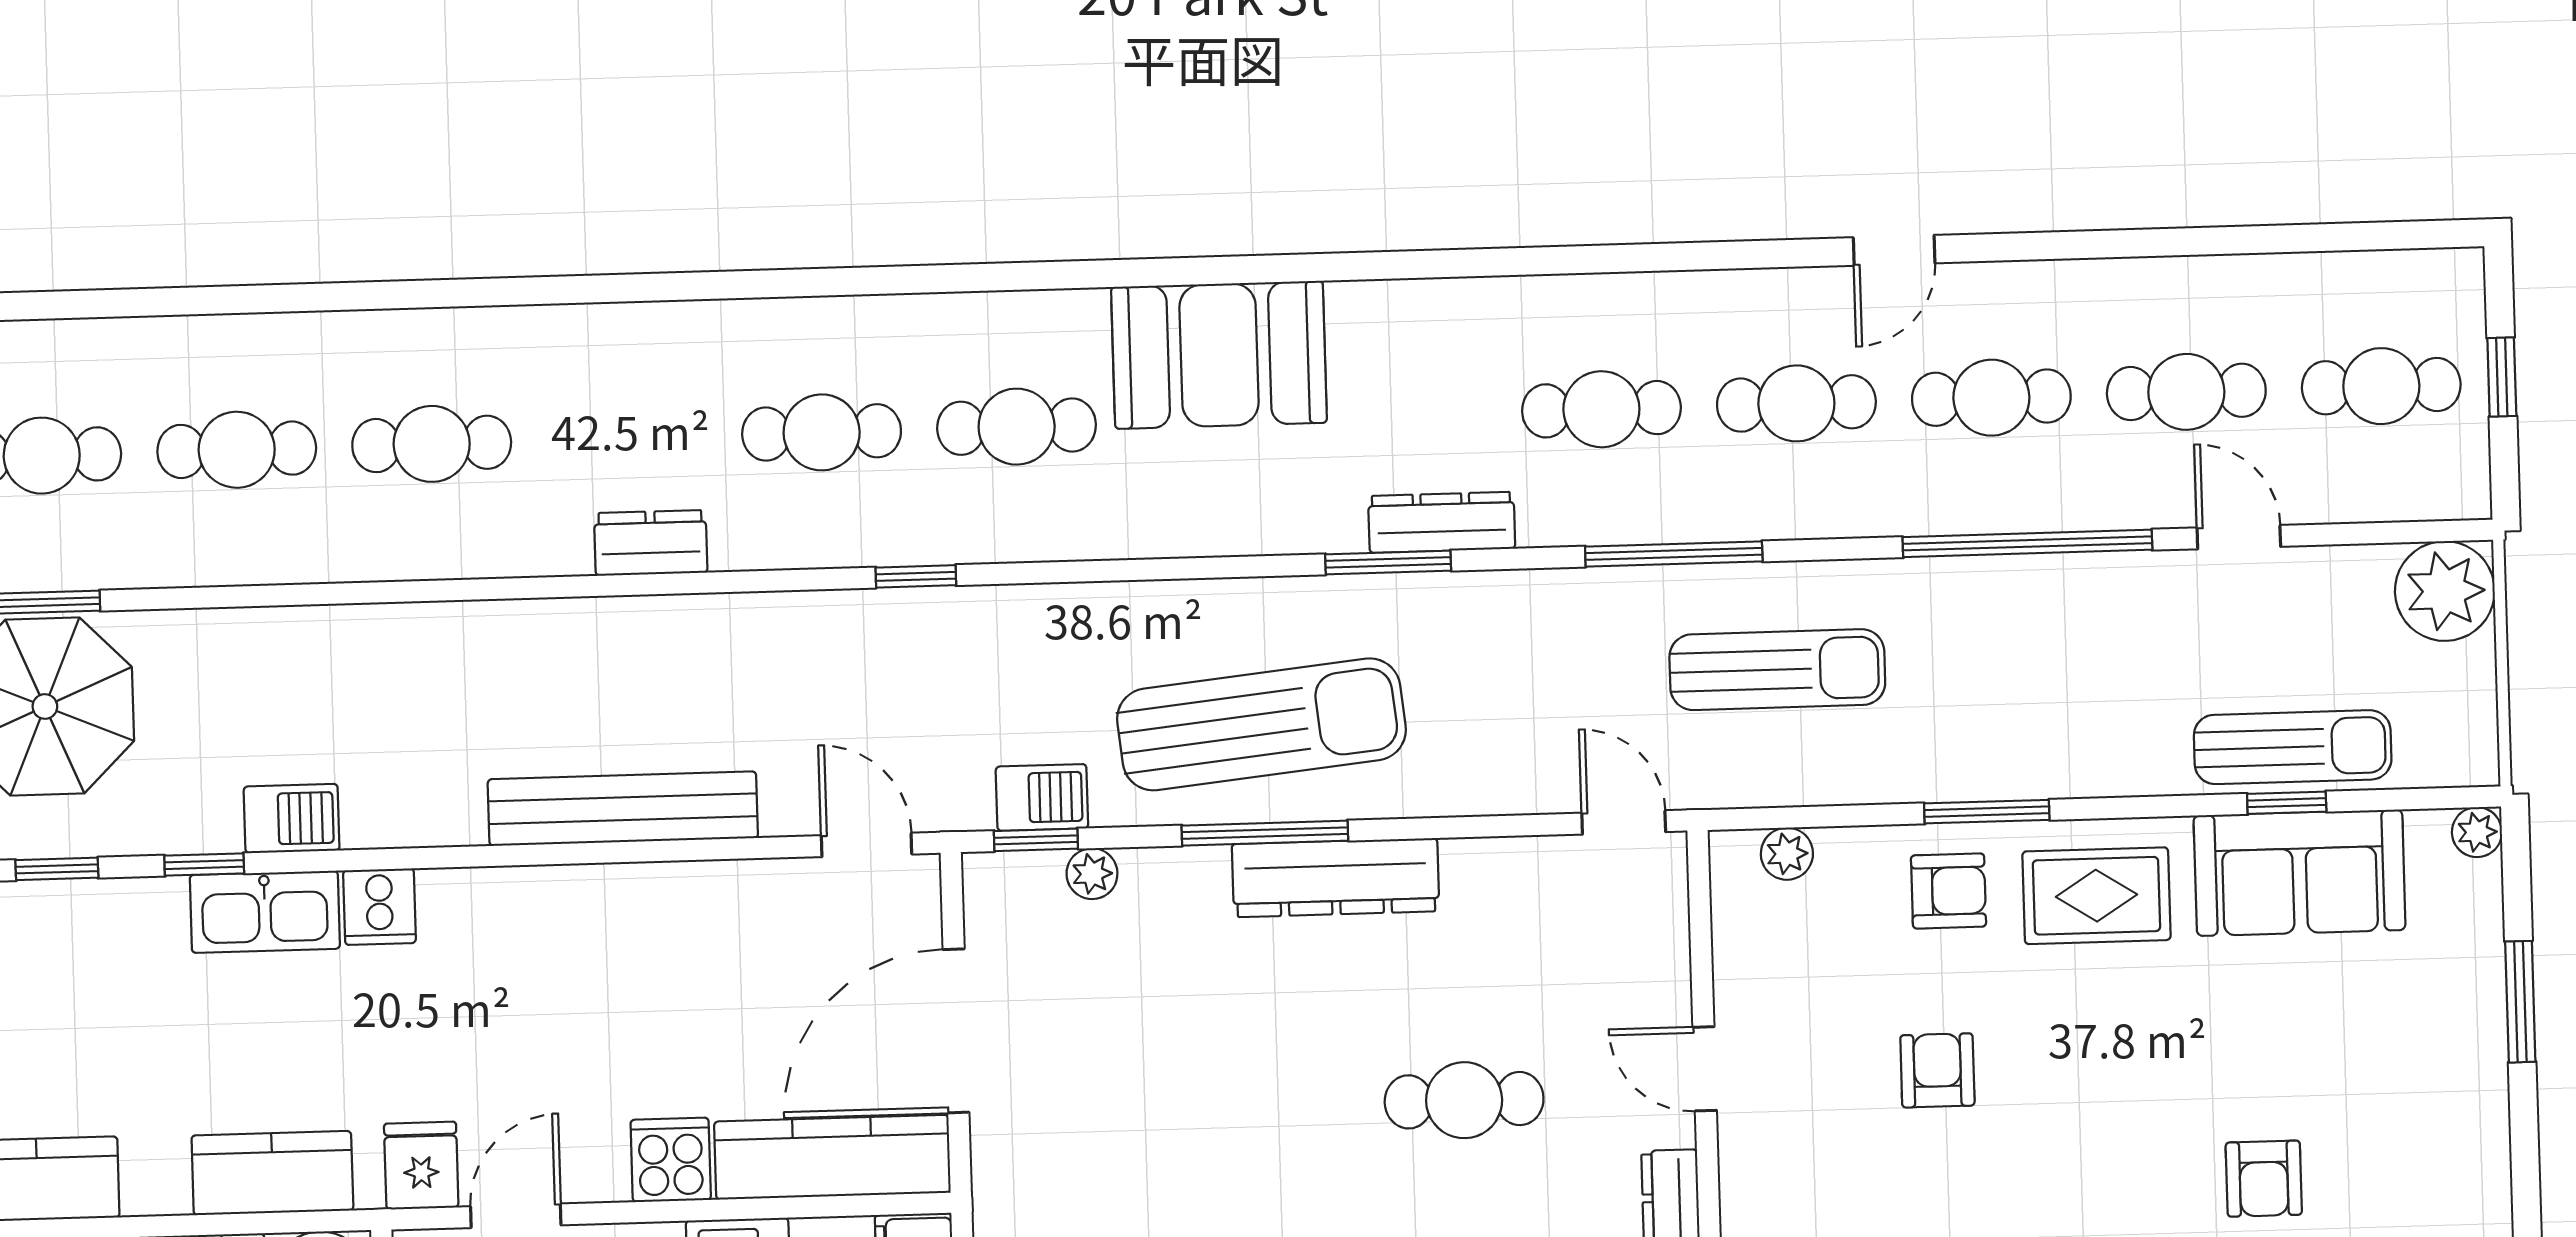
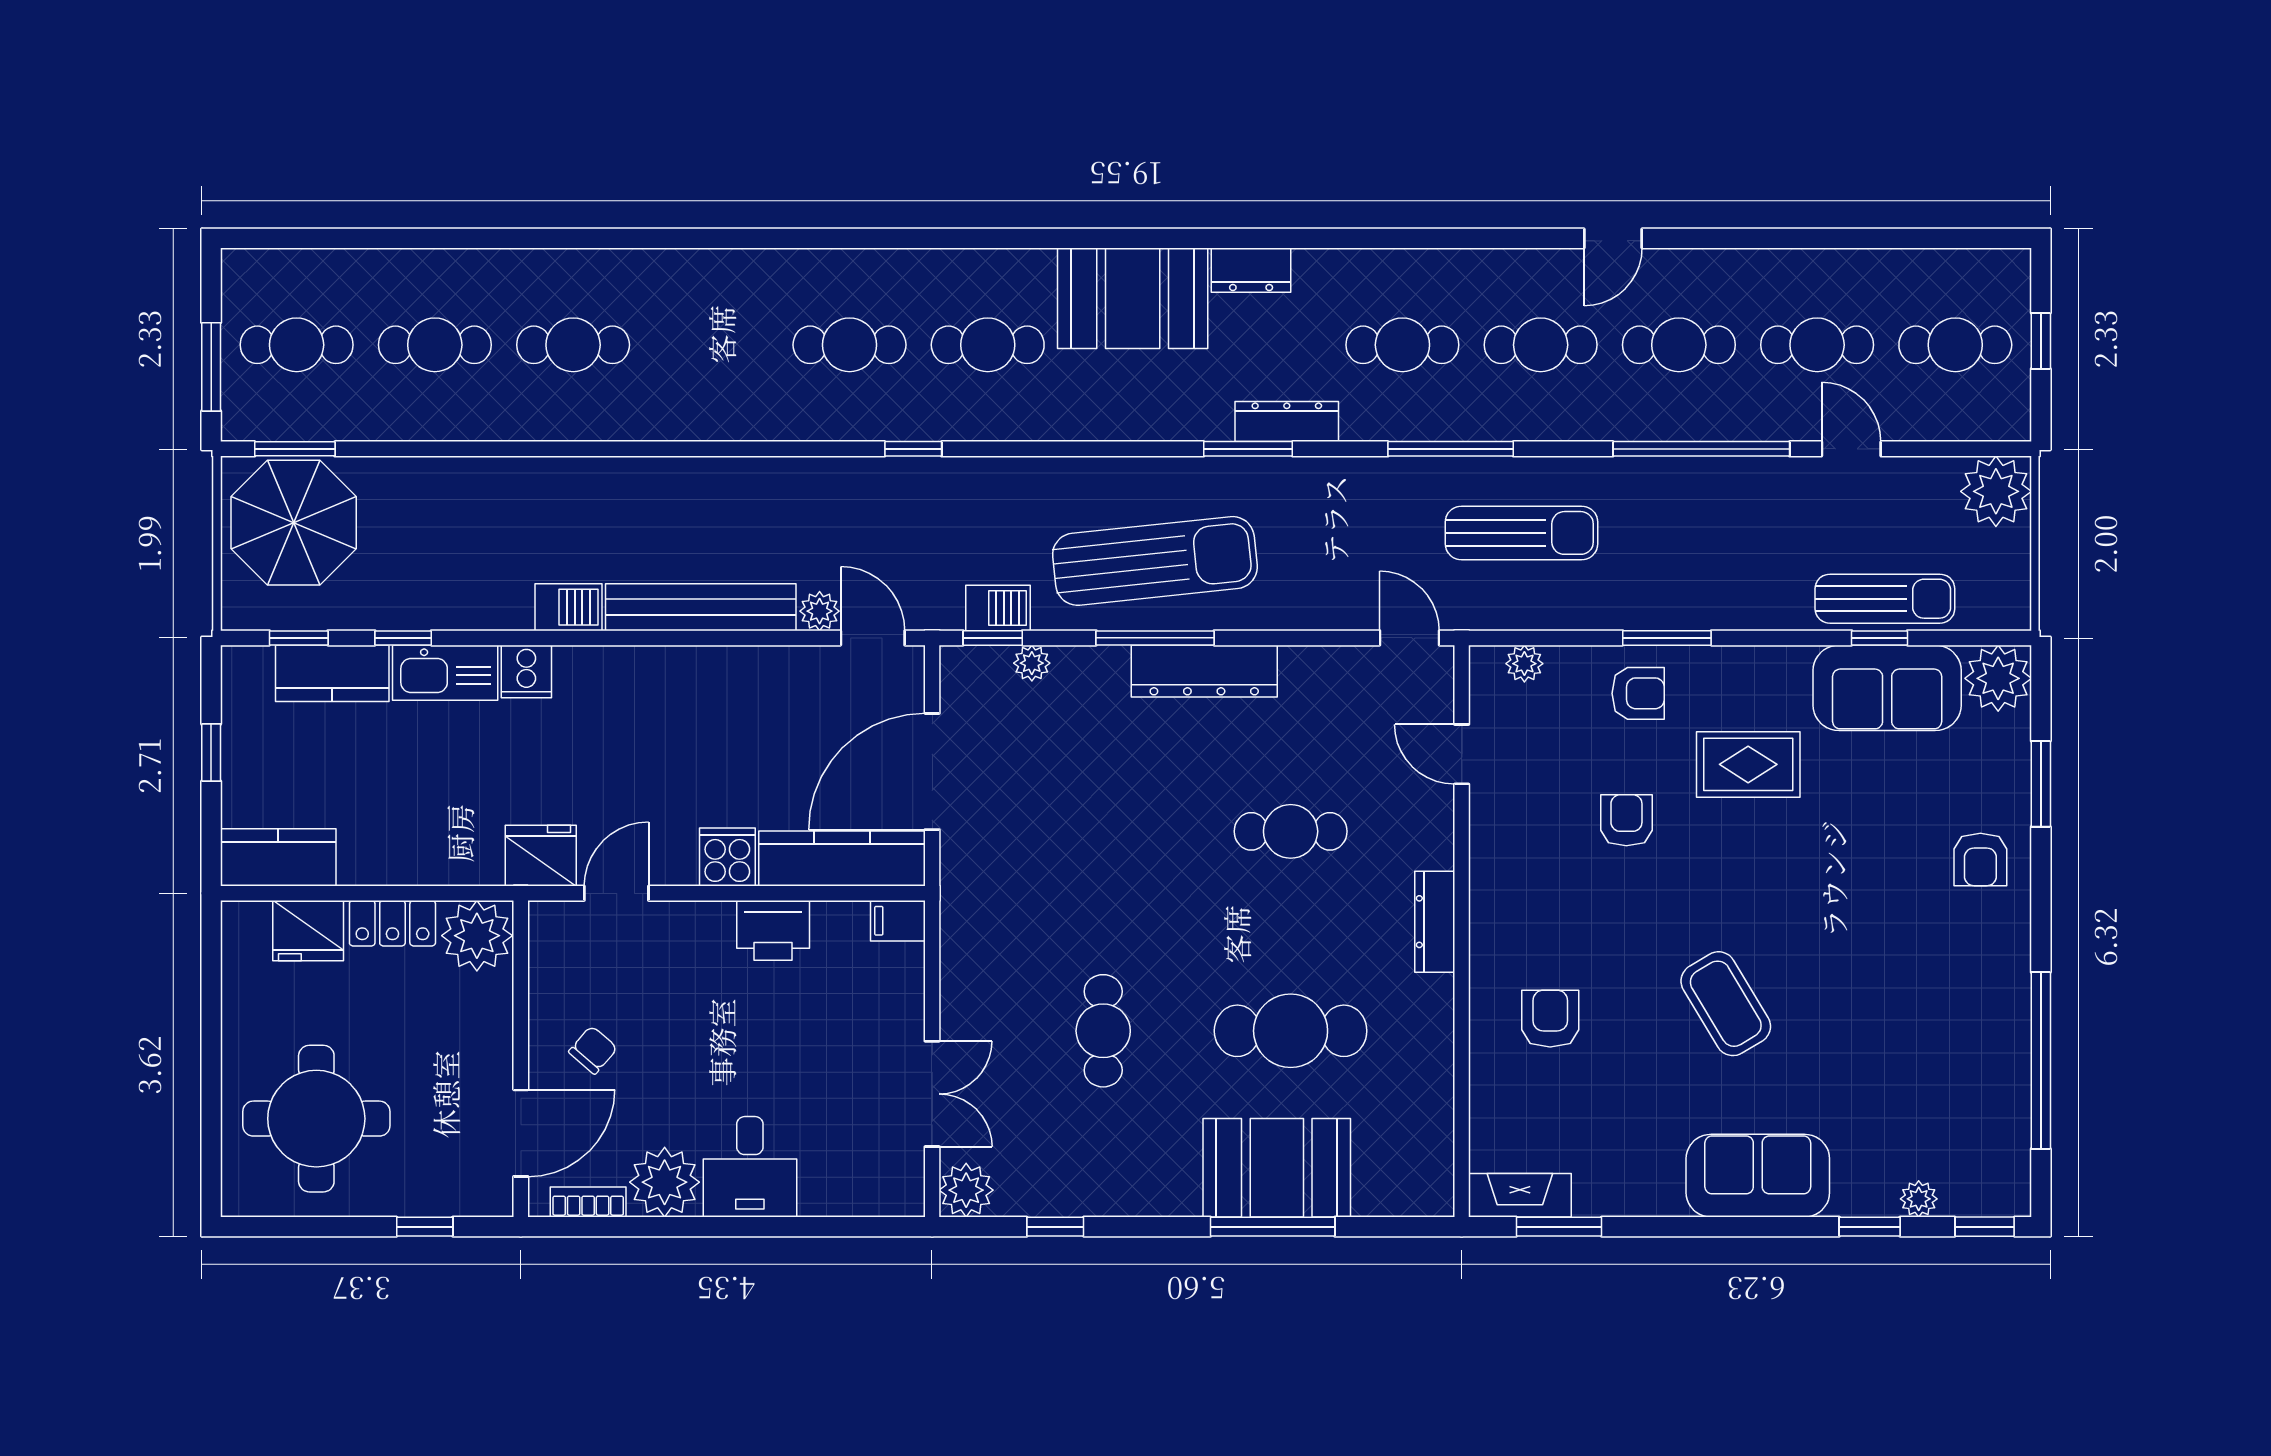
dresser: (651, 543) -> (1251, 270), moved, turned 180
plant: (790, 809) -> (820, 611), added
barbecue: (292, 819) -> (569, 607), moved
plant: (2477, 832) -> (1998, 678), width x1.87, depth x1.87
rug: (2096, 896) -> (1748, 764), moved
door: (1705, 1069) -> (1462, 754), moved
fridge: (421, 1166) -> (541, 856), width x1.38
kitchen counter: (272, 1173) -> (332, 673), moved, turned 180
armchair: (2264, 1179) -> (1980, 860), moved

